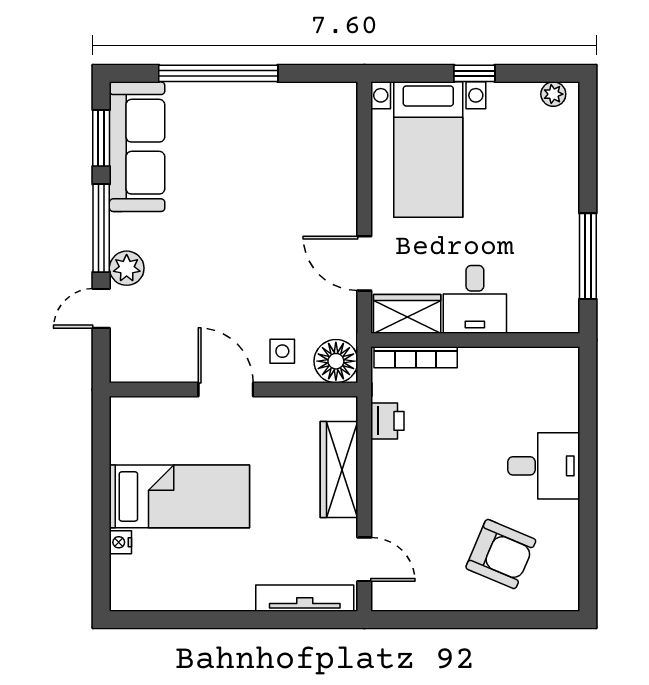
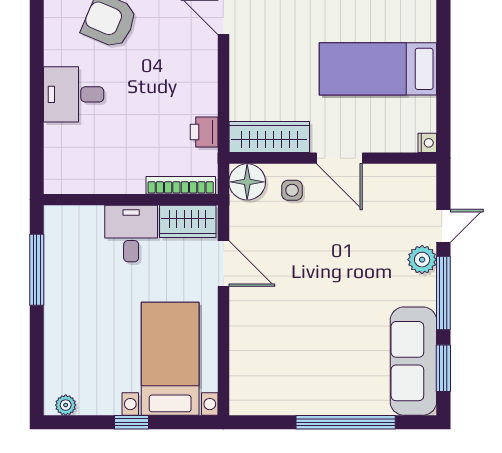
wardrobe: (339, 469) -> (269, 137), moved, turned -90
nightstand: (120, 542) -> (427, 143), moved

